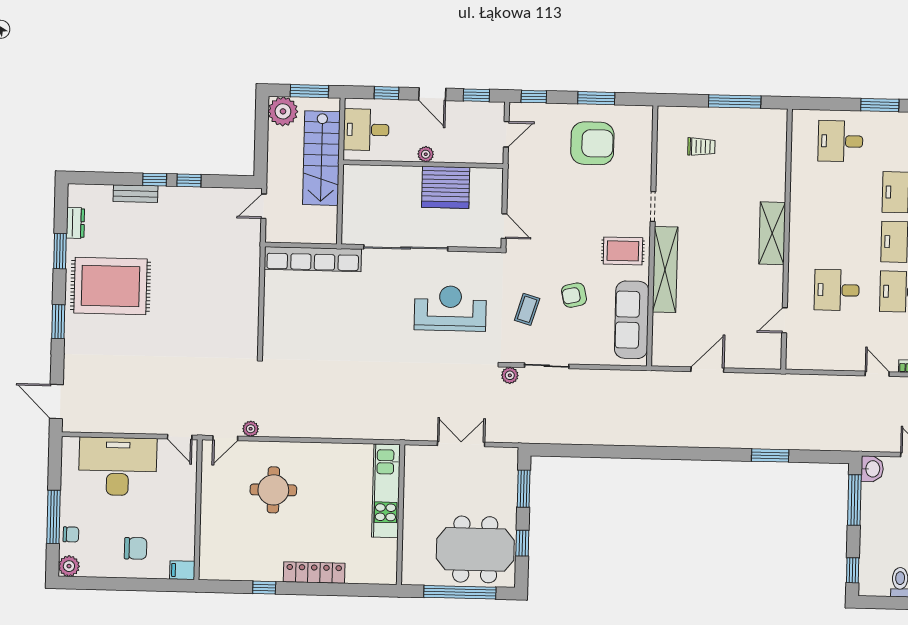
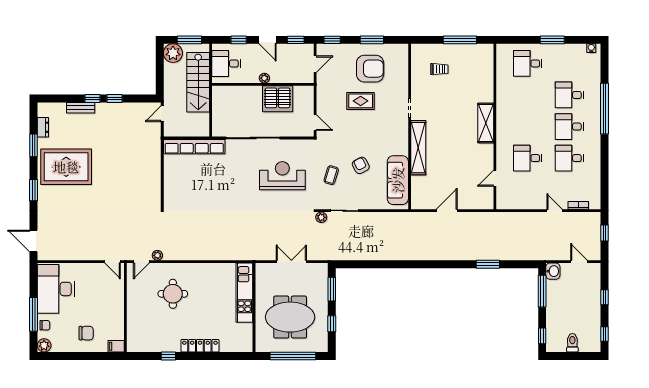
rug: (623, 251) -> (361, 101), moved
armchair: (574, 295) -> (361, 165), turned 75
desk: (118, 466) -> (56, 289), moved, turned -90
meeting table: (475, 549) -> (290, 317), moved

